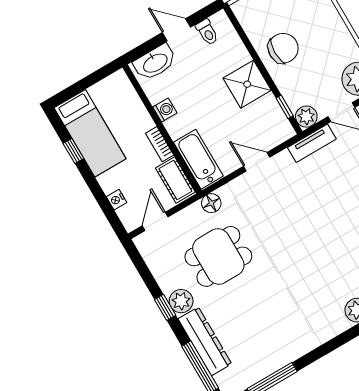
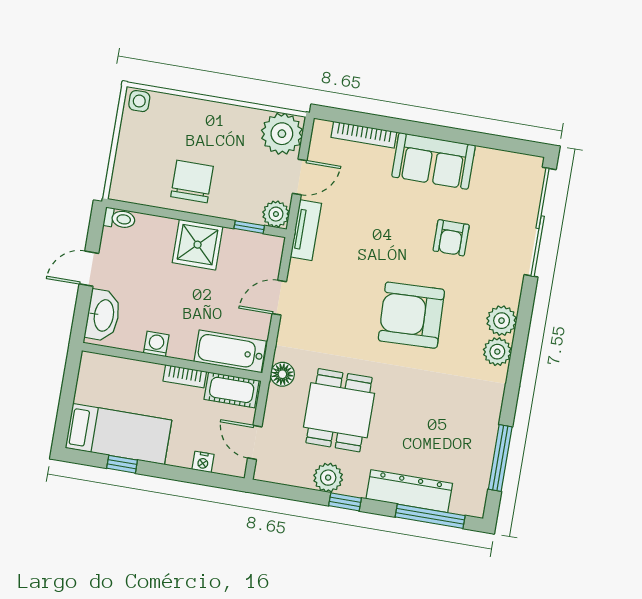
toilet: (207, 32) -> (119, 219), moved
armchair: (314, 252) -> (411, 315), added
plant: (181, 301) -> (328, 478), moved
plant: (336, 323) -> (497, 352), added

